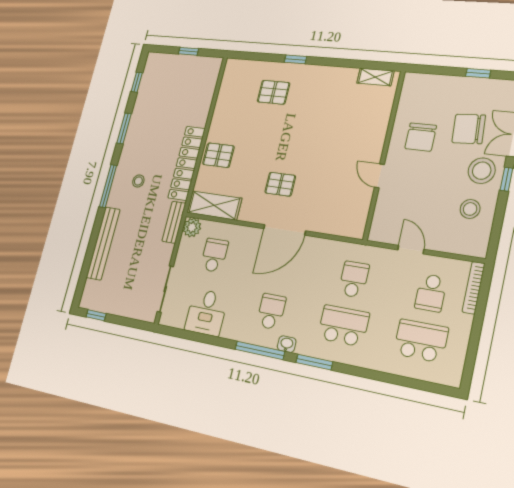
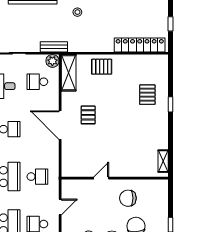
pallet: (218, 155) -> (102, 67), turned 90
locker: (187, 163) -> (140, 45), moved
school desk: (214, 255) -> (37, 82), turned 180

